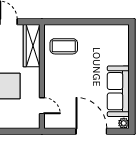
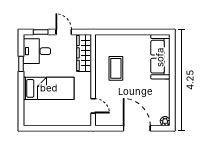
coffee table: (64, 46) -> (116, 68), moved, turned 90
sofa: (118, 91) -> (160, 57), moved

